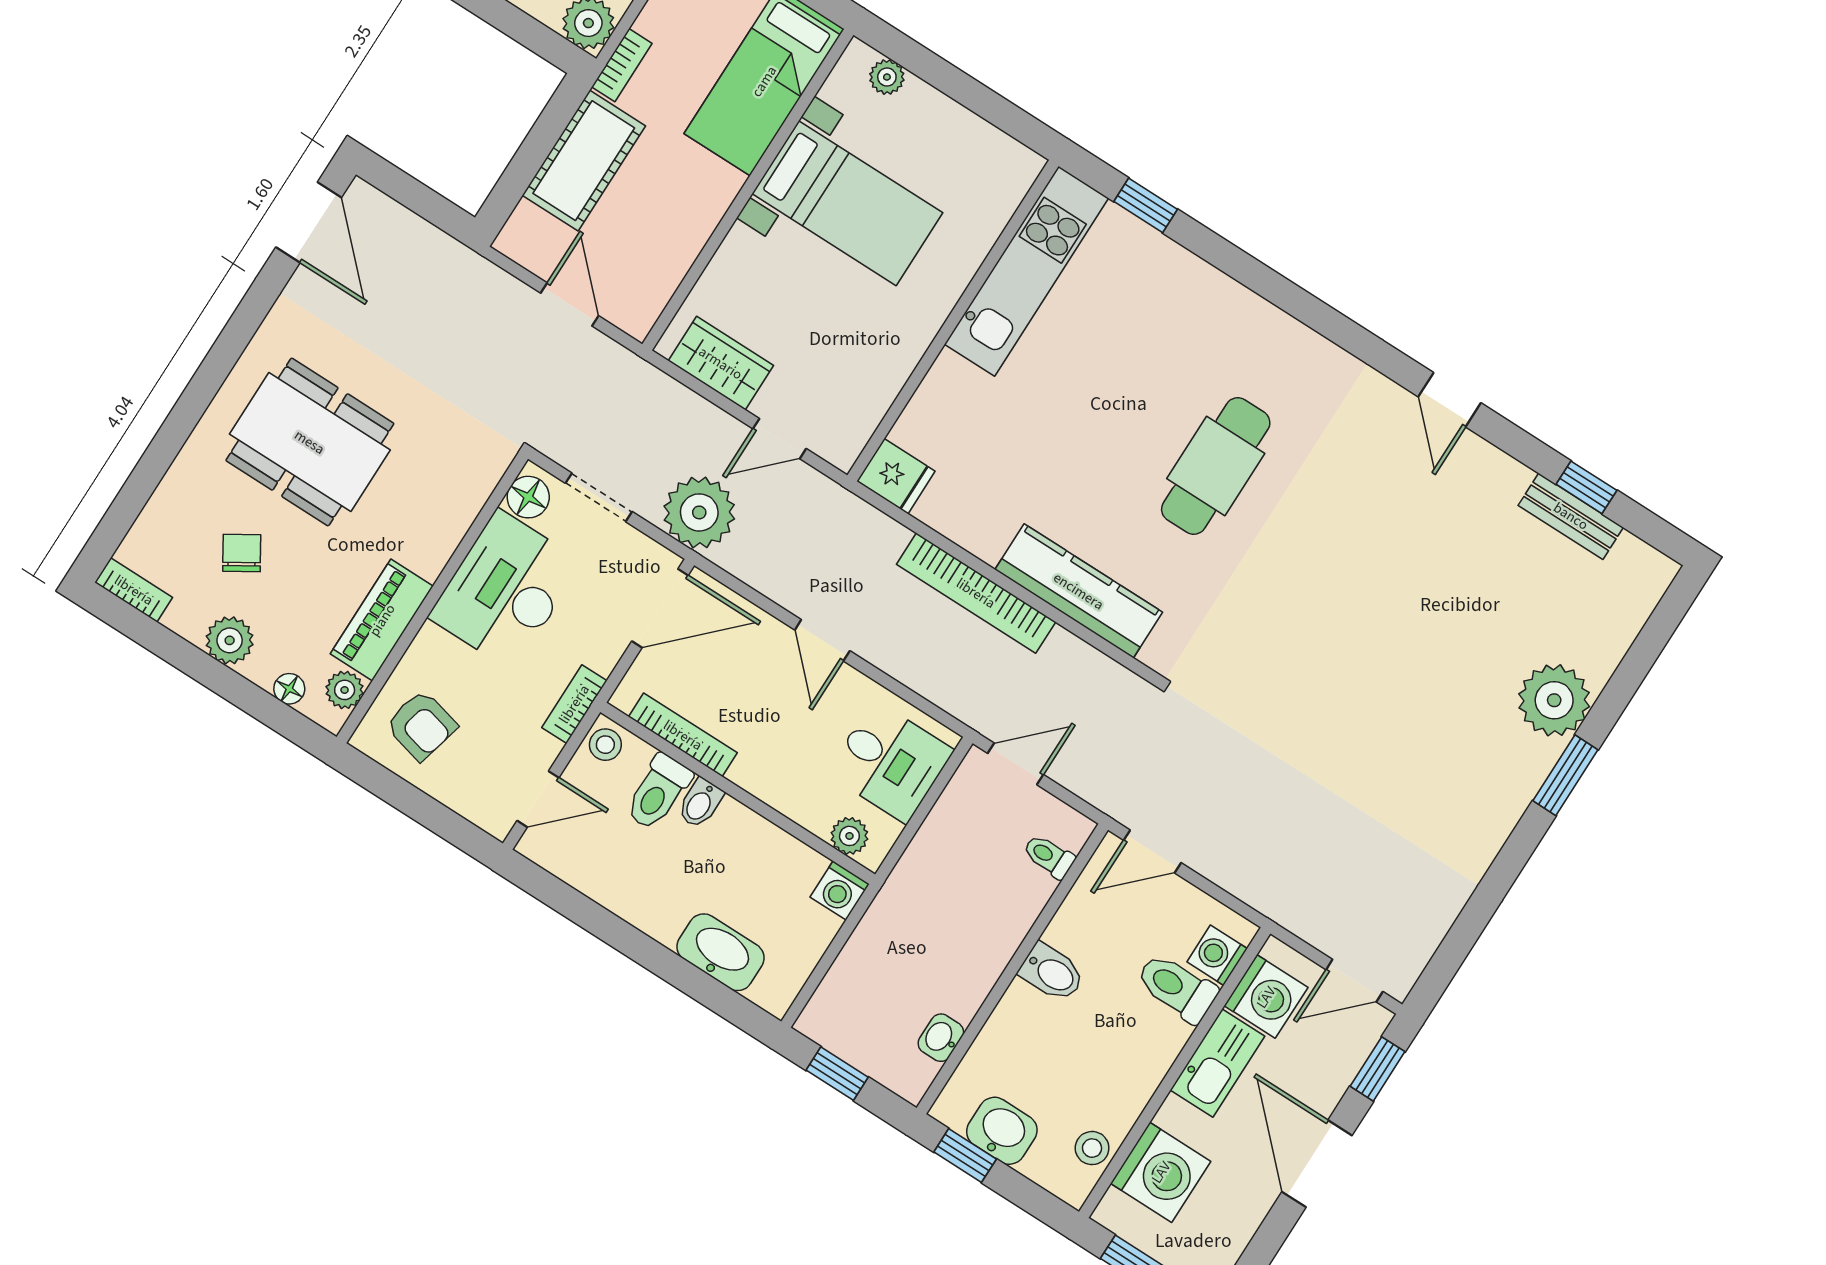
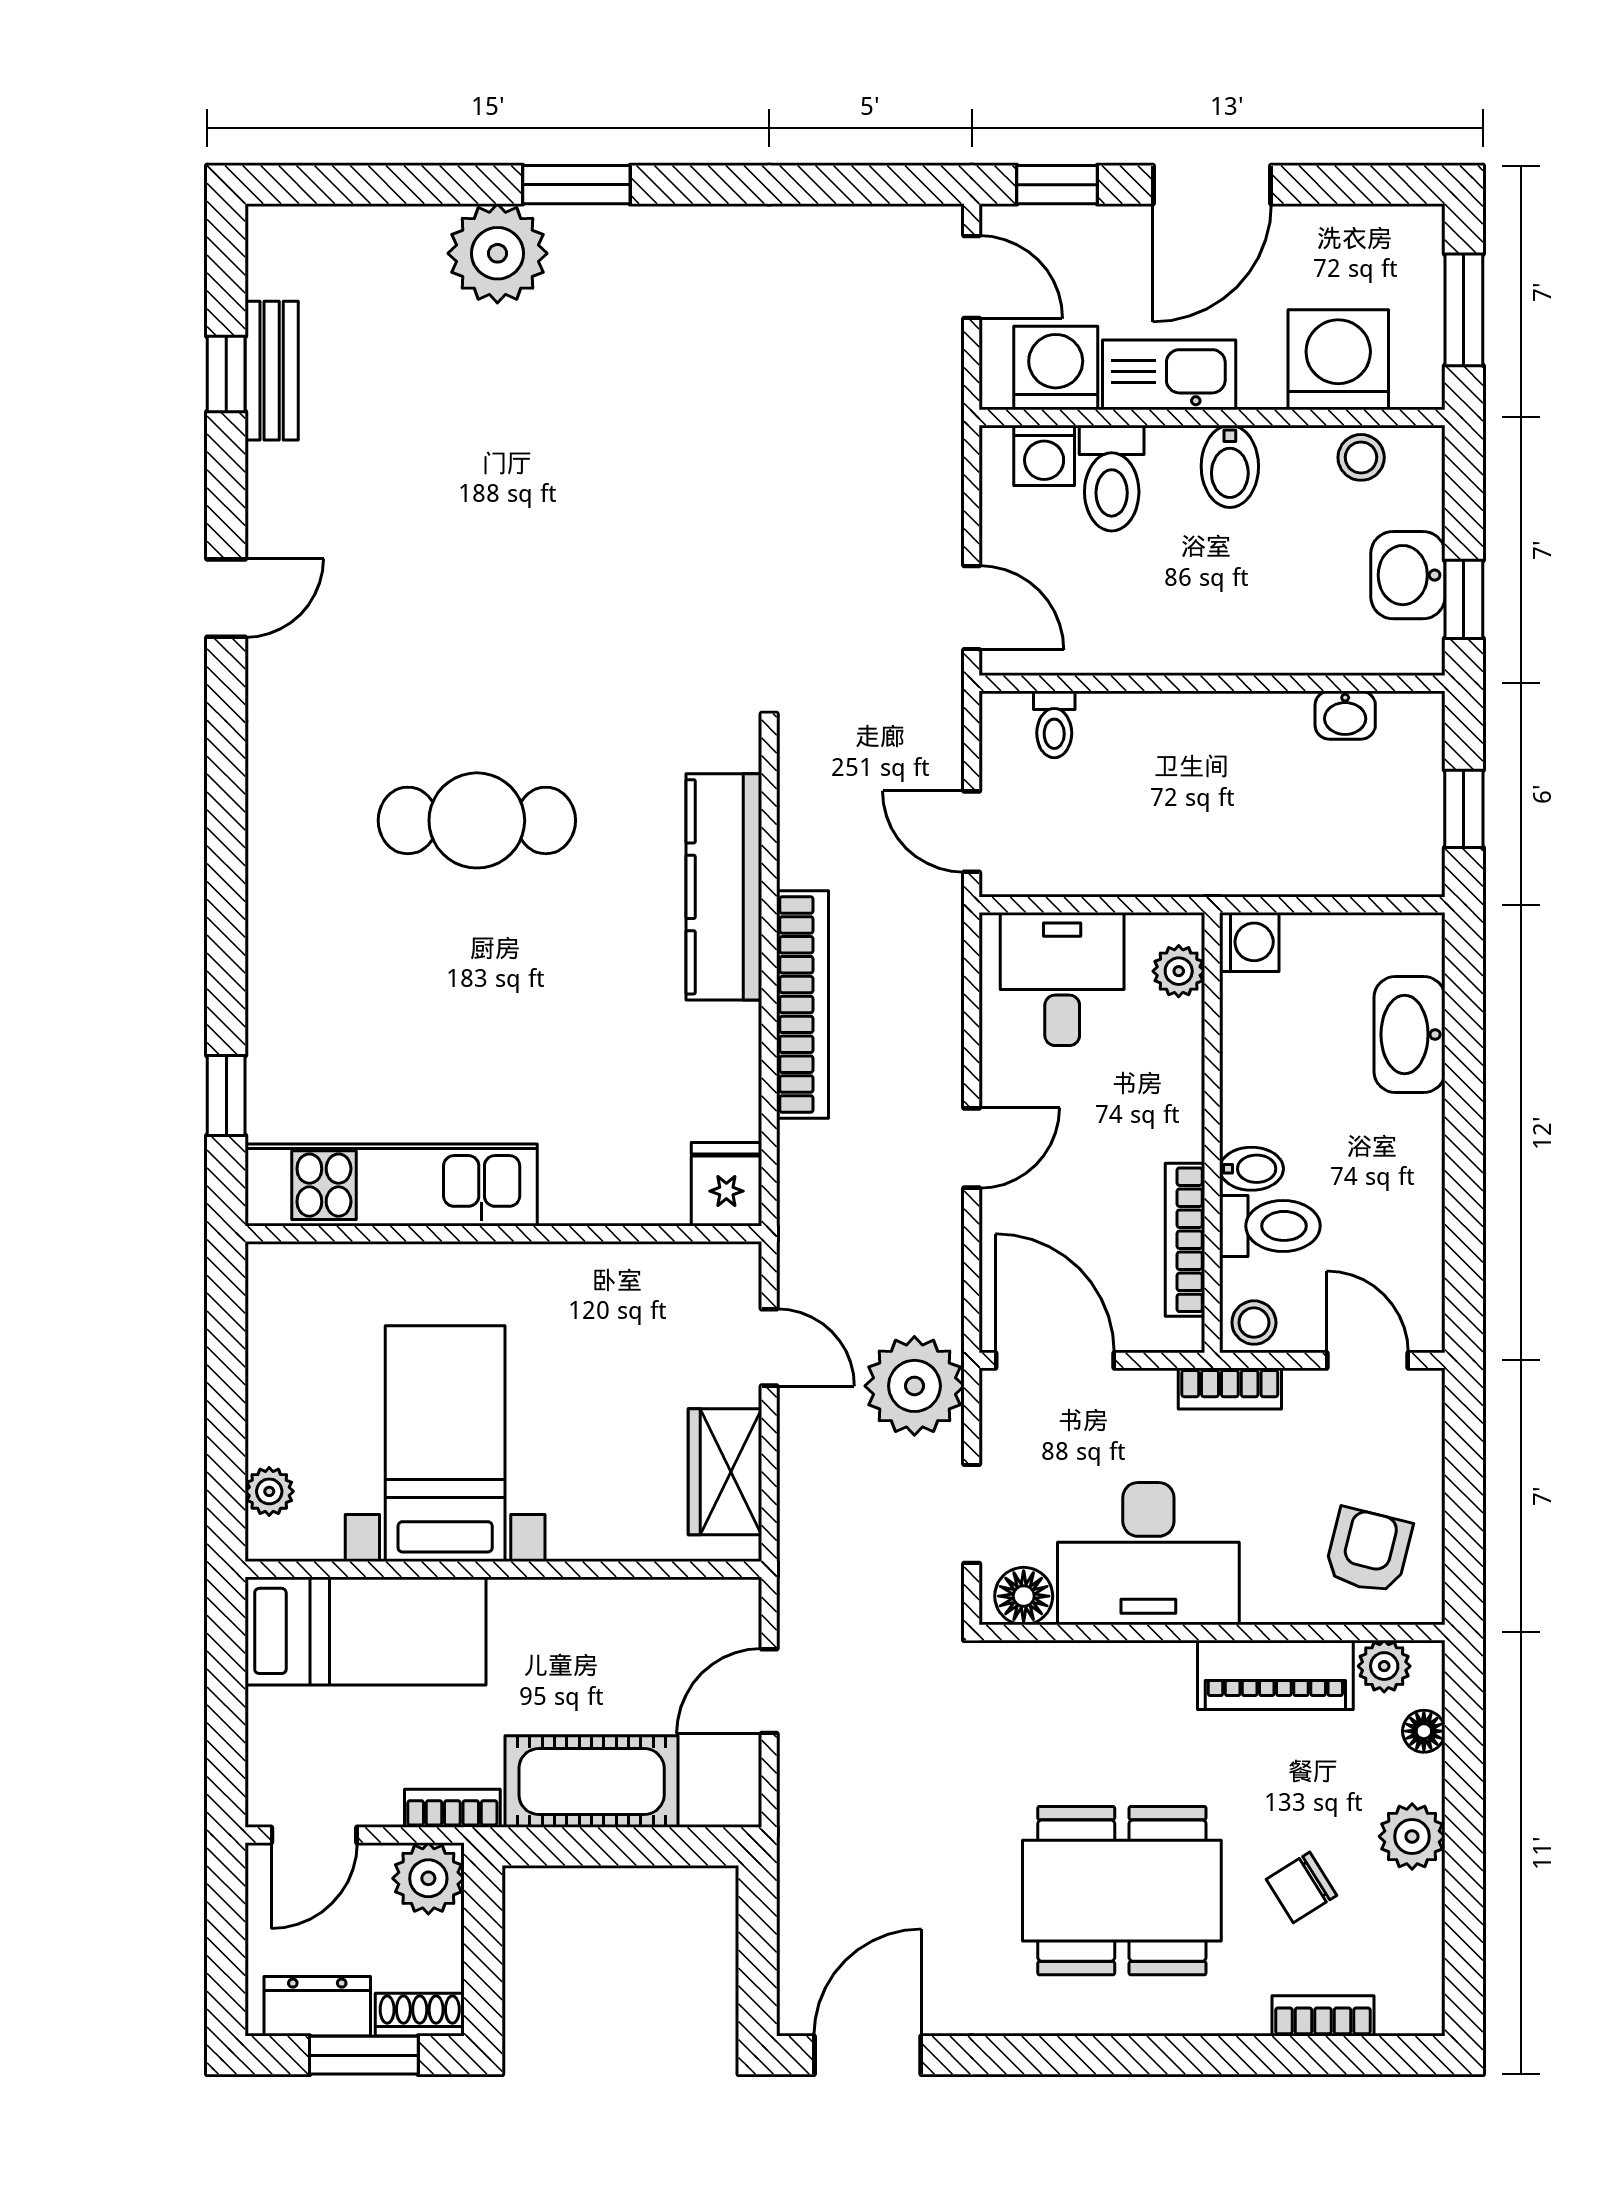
dining table: (310, 442) -> (1122, 1891), turned 90
bookcase: (134, 590) -> (1323, 2016), moved, turned 90
bidet: (1052, 973) -> (1230, 466), moved, turned 180

